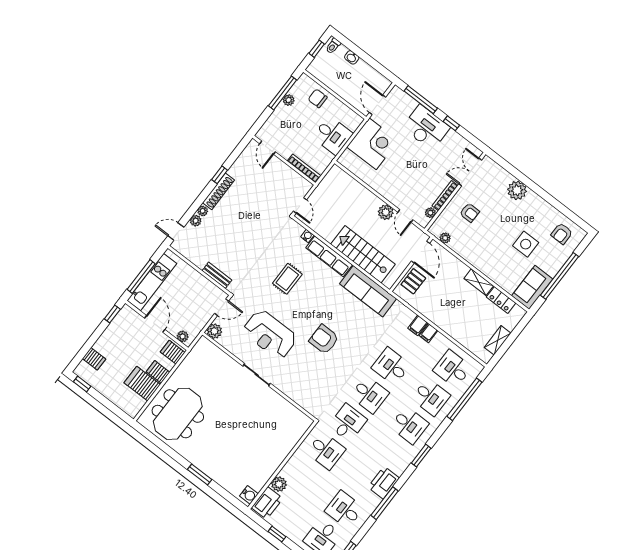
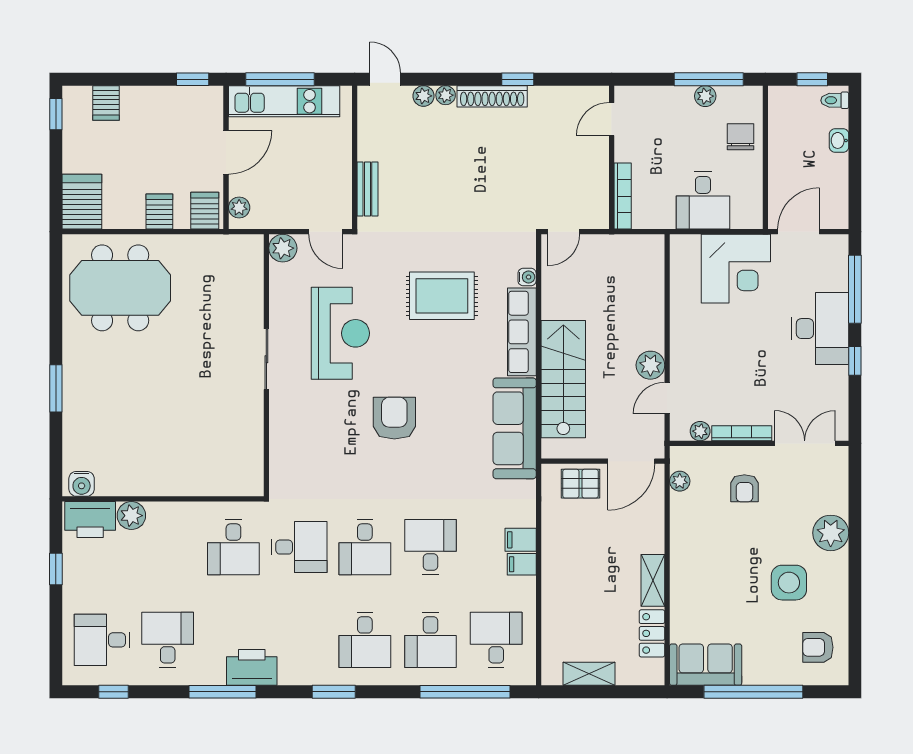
side table: (526, 244) -> (789, 583), moved
rug: (287, 279) -> (442, 296), width x1.36, depth x1.43
reception desk: (270, 334) -> (340, 333), turned 180
server rack: (142, 384) -> (82, 202), moved

